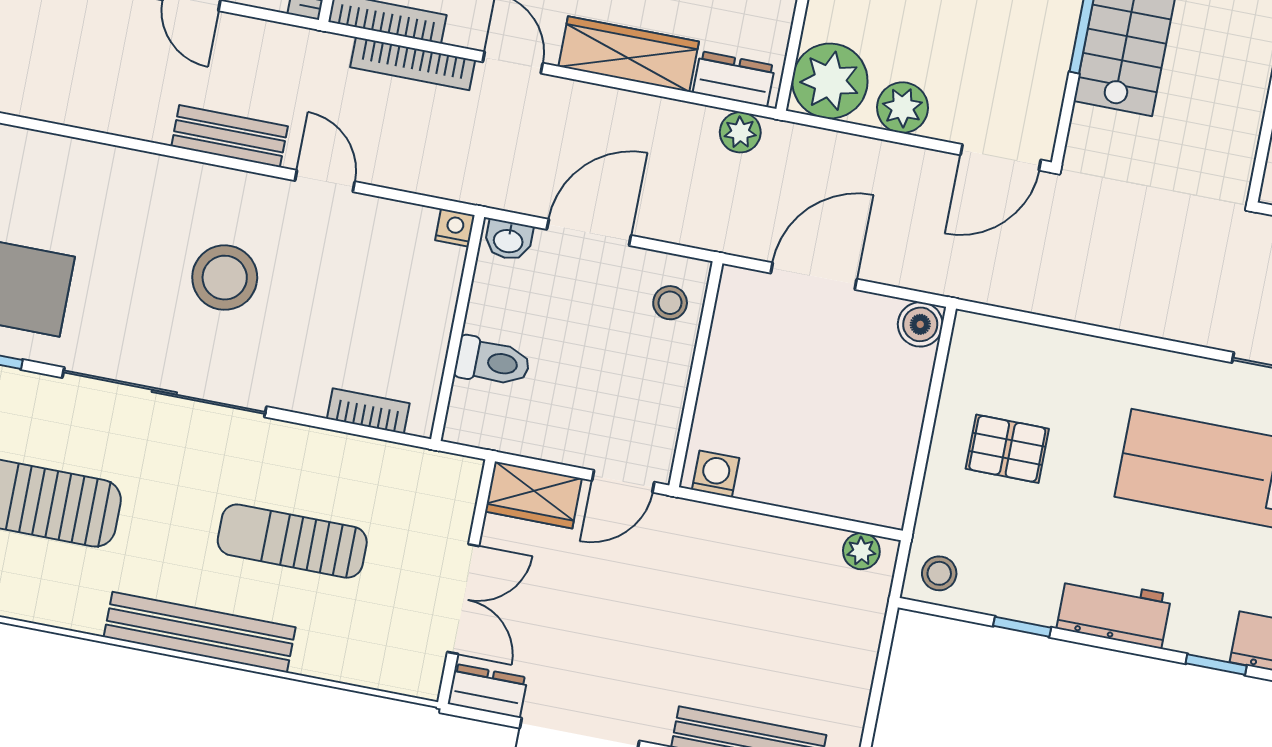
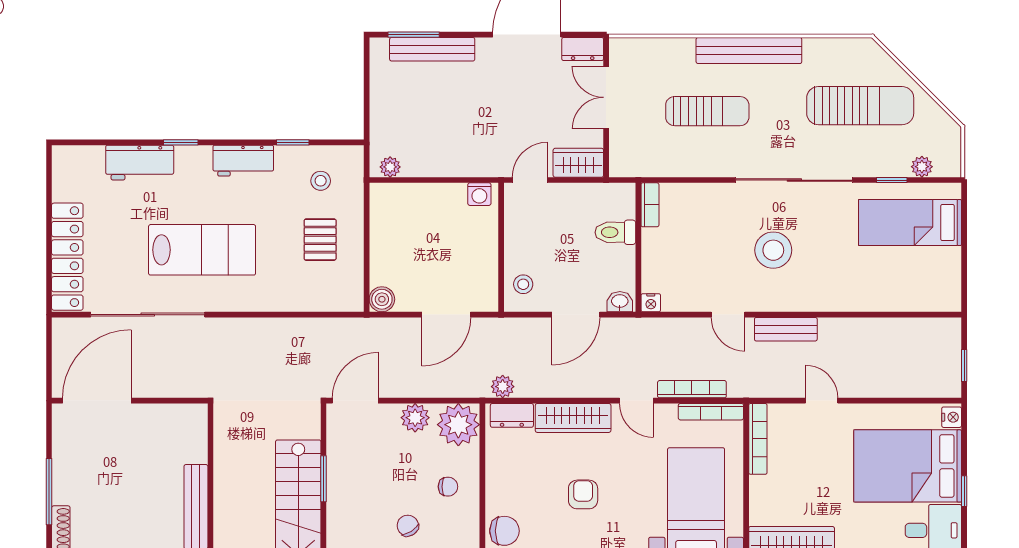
bookcase: (368, 411) -> (650, 205), moved, turned -90
pallet: (1007, 449) -> (320, 240), turned 90
stool: (939, 573) -> (321, 181), moved

